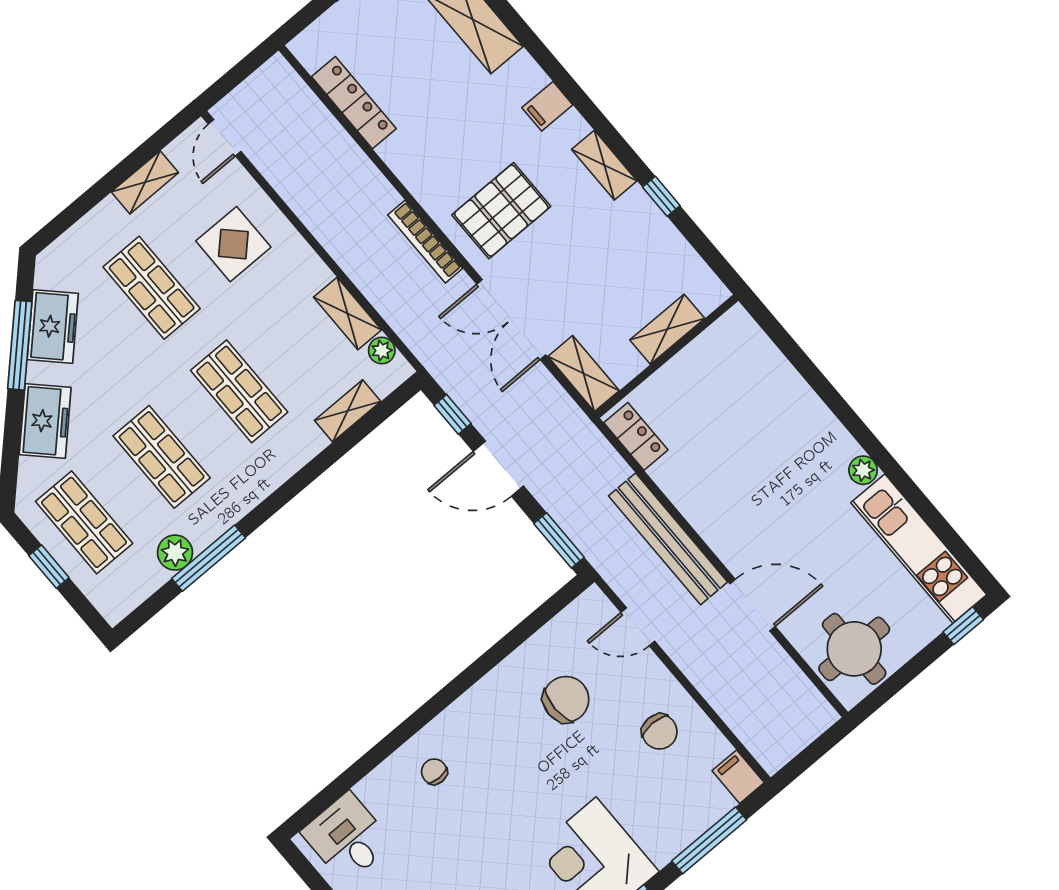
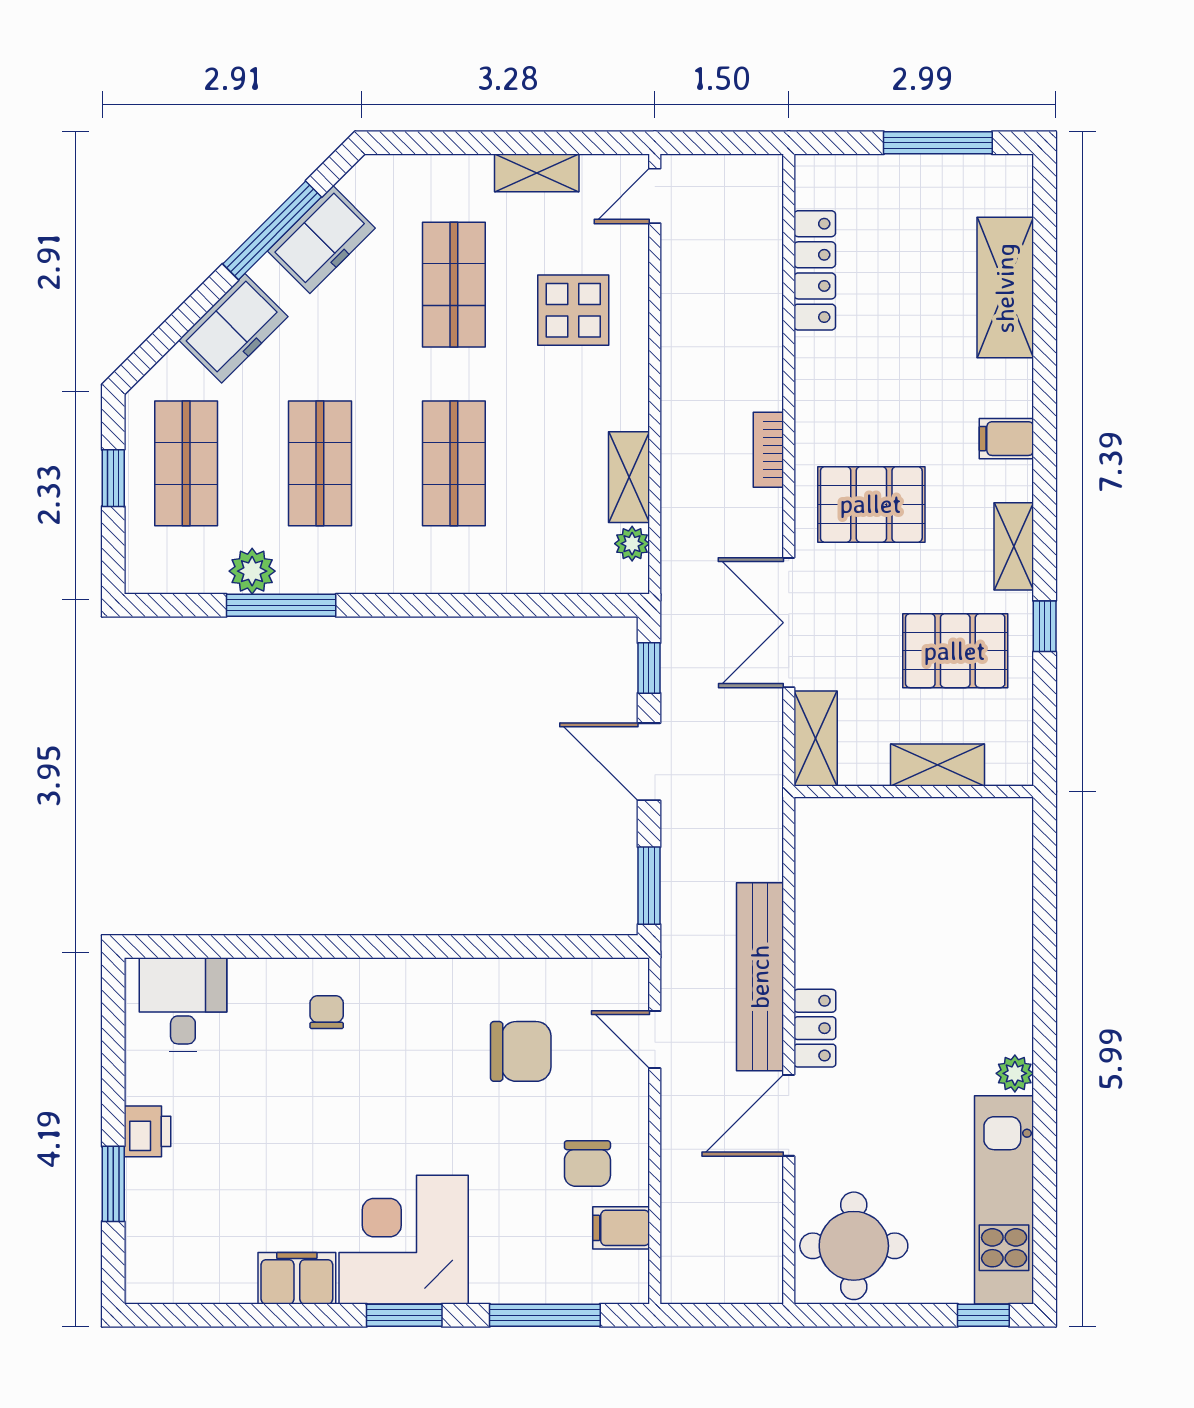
bookcase: (425, 242) -> (768, 450), width x0.64
pallet: (621, 254) -> (955, 651), added
shelving: (348, 411) -> (546, 575), removed
locker: (636, 436) -> (815, 1028), moved
door: (753, 605) -> (789, 1115), swing flipped
filing cabinet: (738, 777) -> (621, 1228), moved, turned -90

